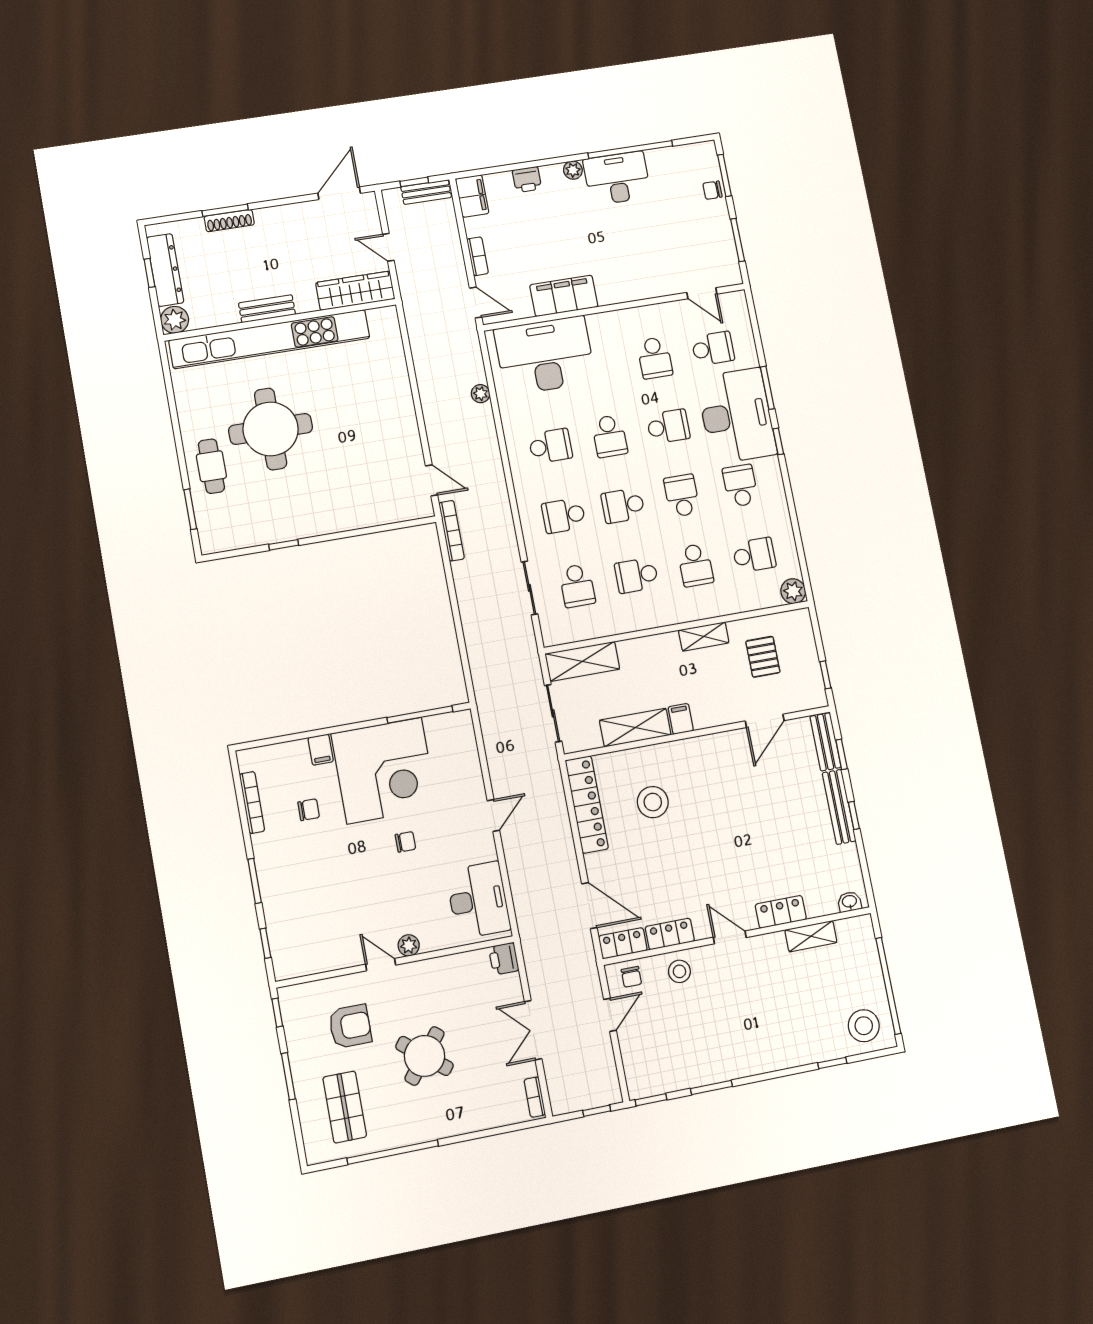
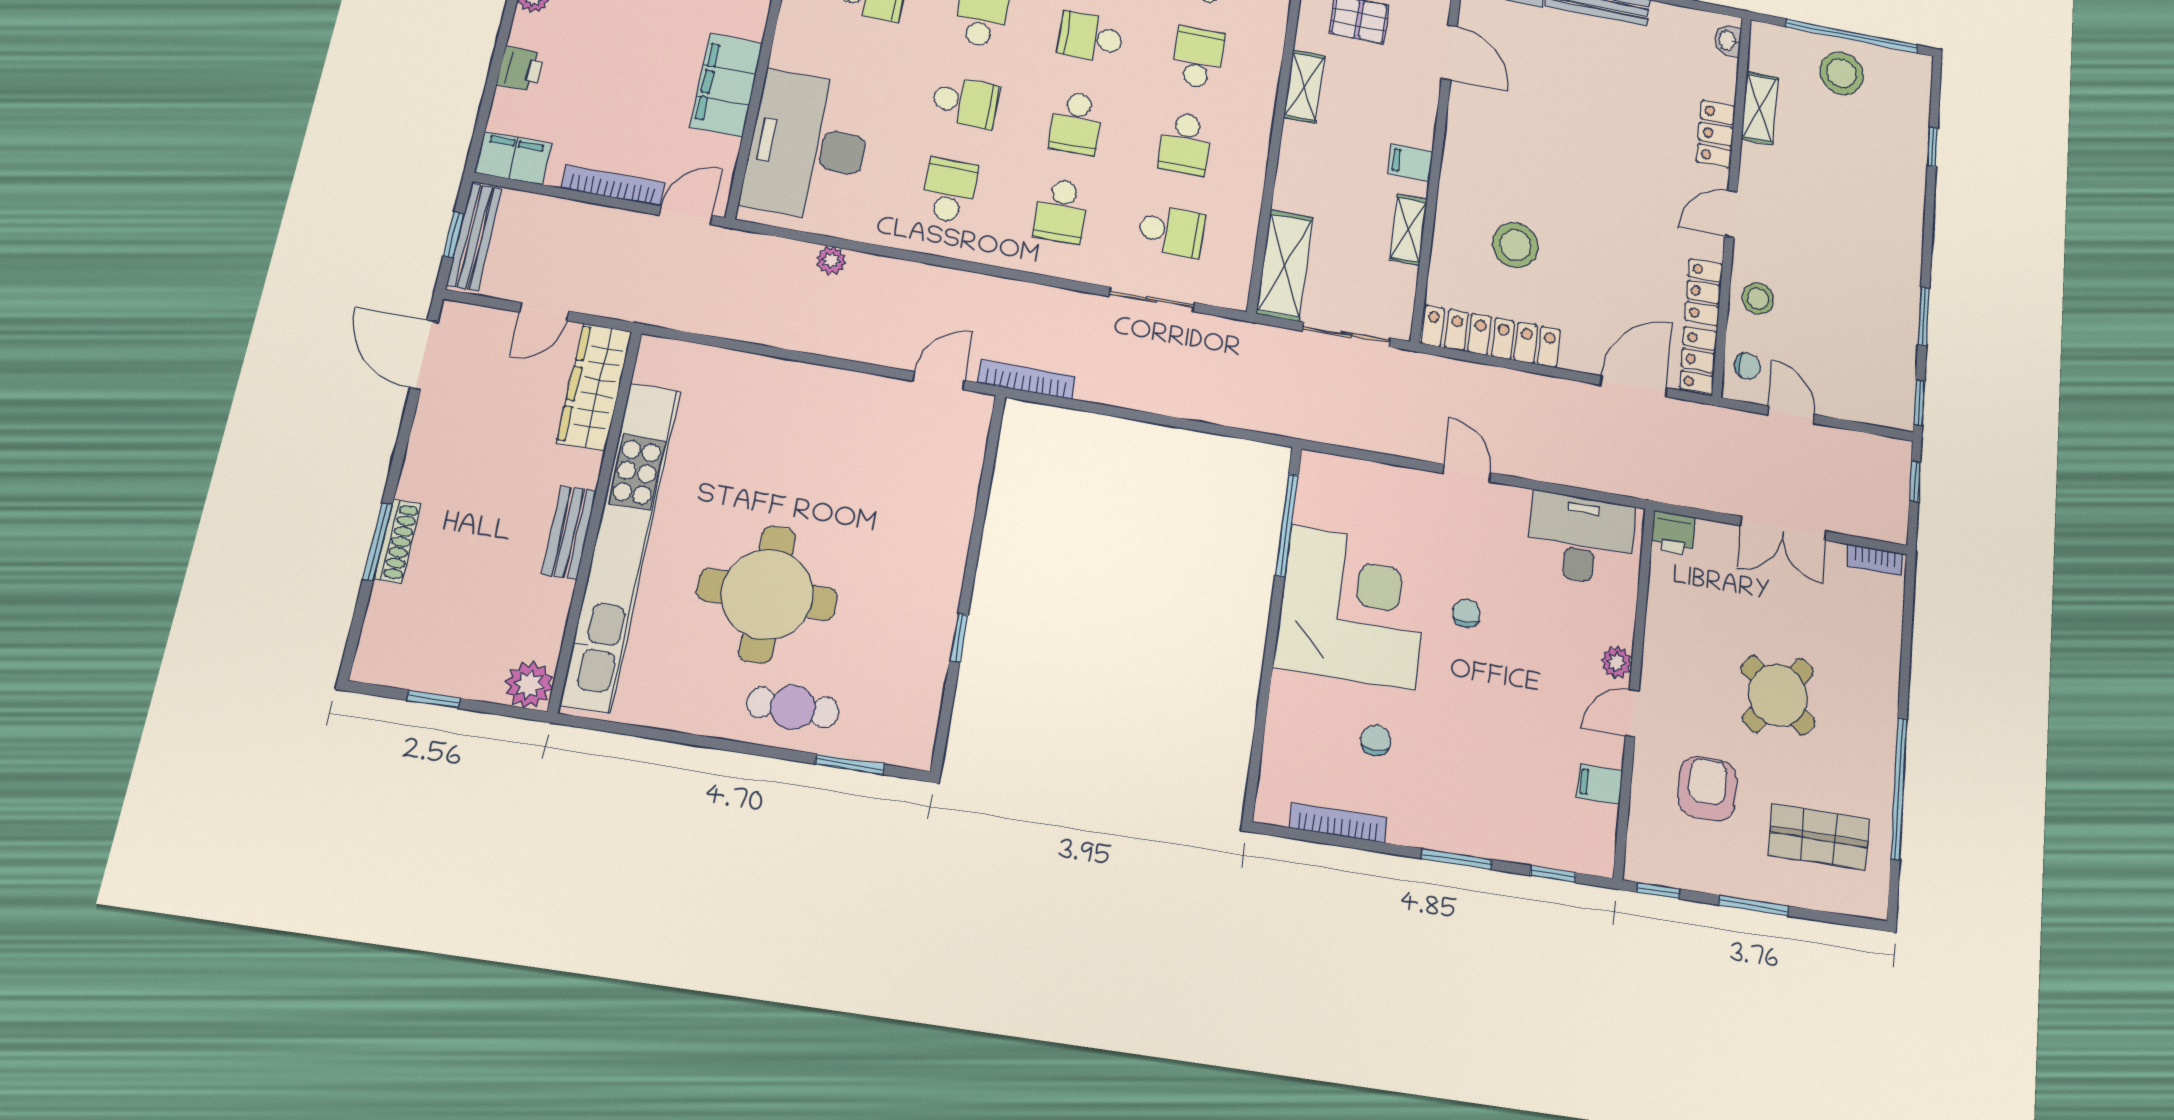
bench: (426, 192) -> (474, 237), width x1.36
bookcase: (478, 256) -> (613, 186), width x1.56
dresser: (165, 270) -> (439, 672), removed
school desk: (696, 565) -> (1198, 58), turned -90
shelving: (635, 728) -> (1408, 230), width x0.67, depth x0.75
filing cabinet: (321, 750) -> (1600, 784), moved, turned 180
stool: (864, 1026) -> (1841, 73), moved

